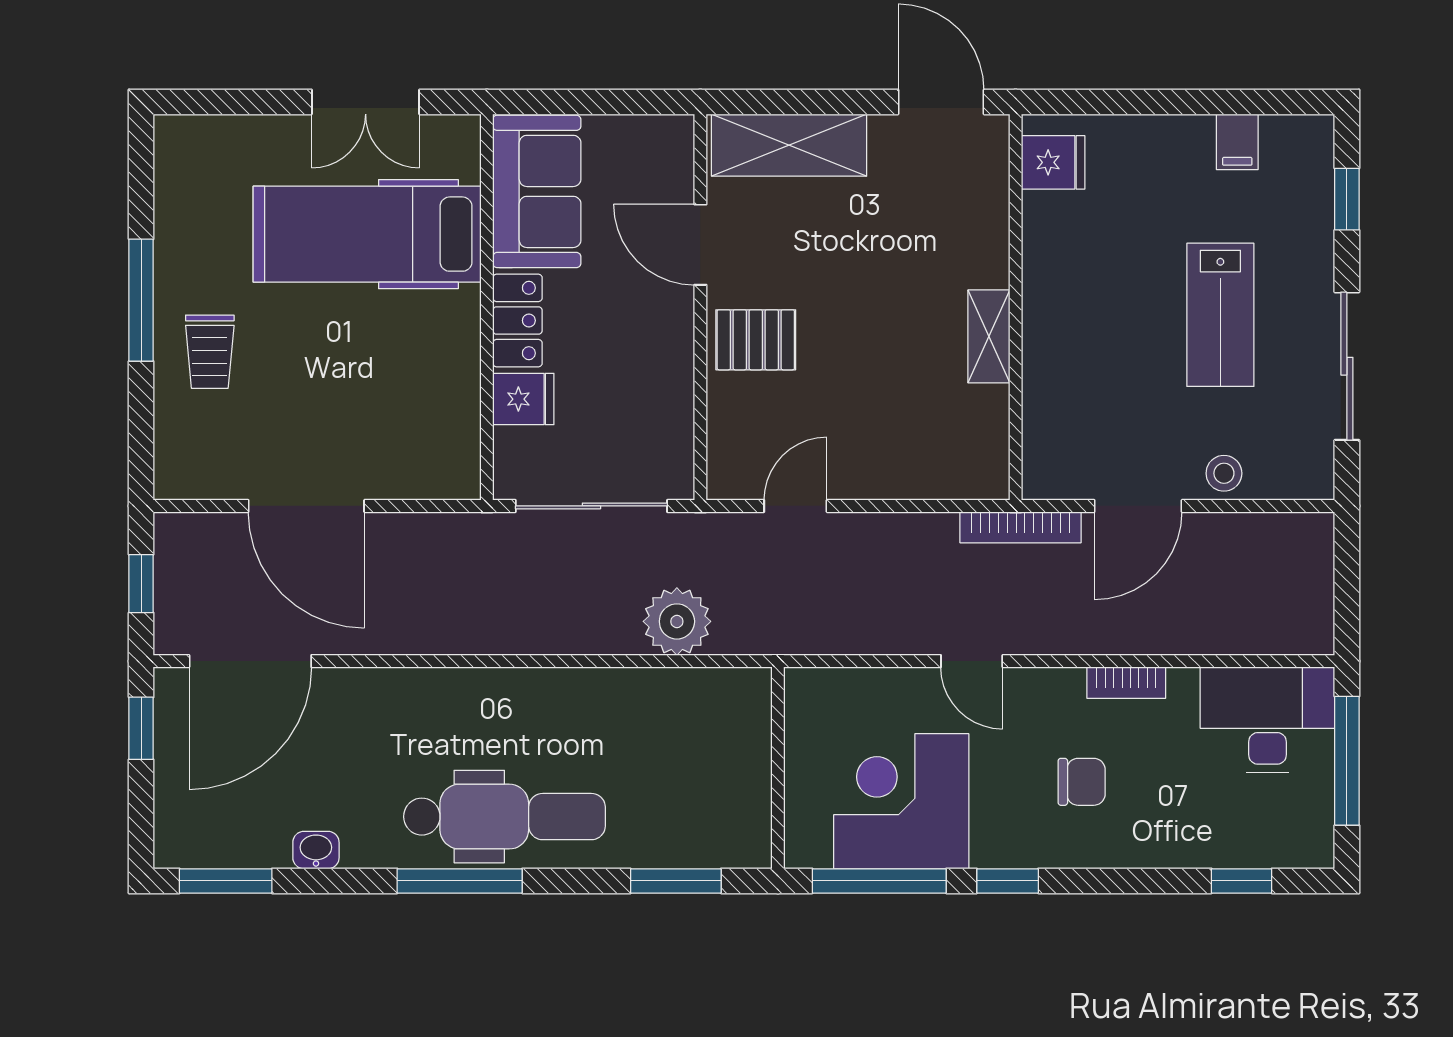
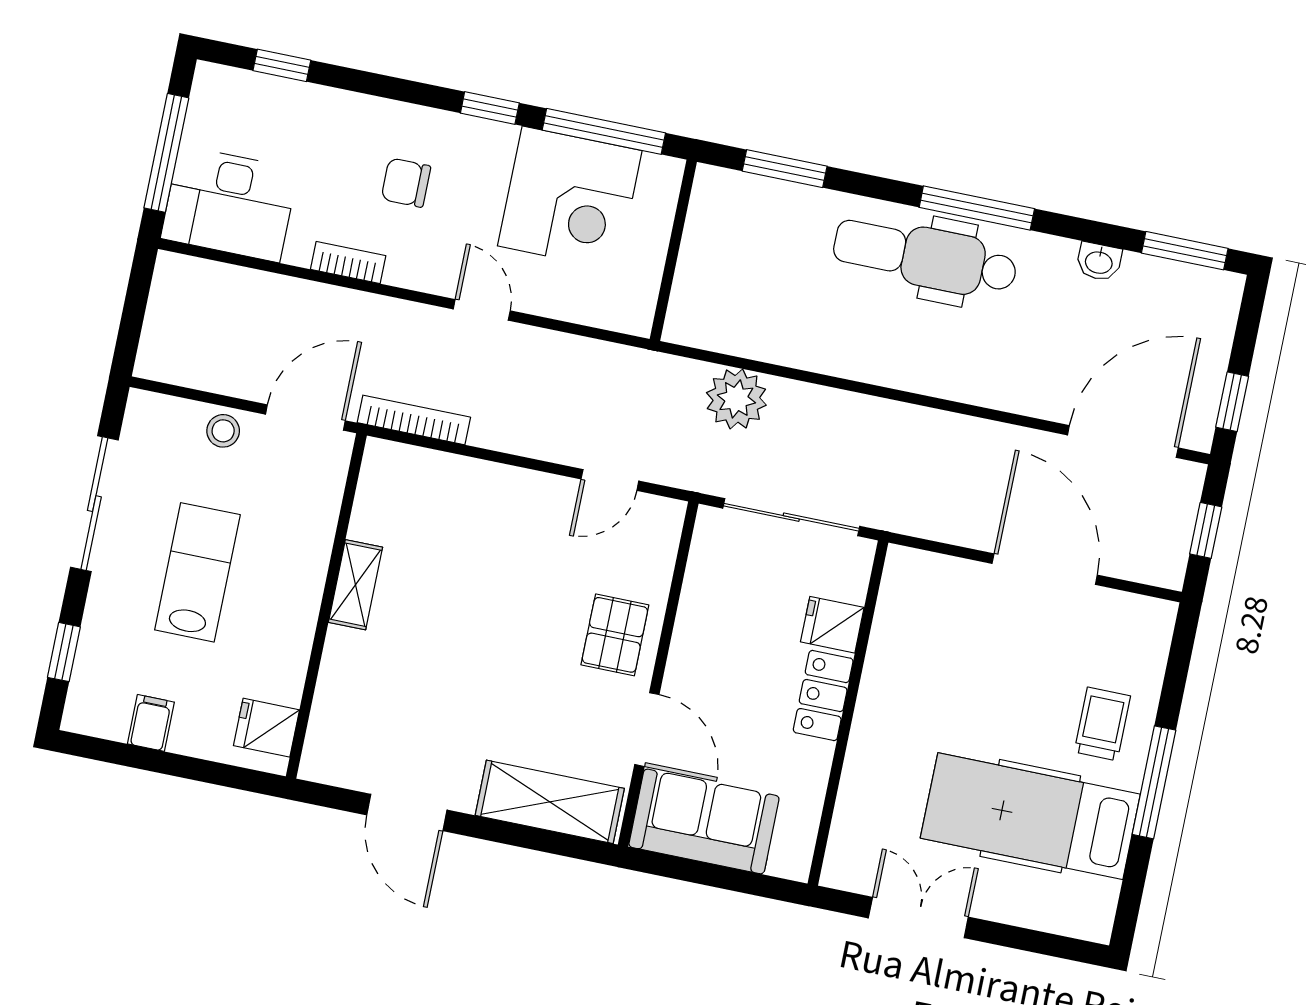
fridge: (1053, 162) -> (266, 728), moved
sofa: (537, 191) -> (704, 821), moved, turned 90
hospital bed: (367, 234) -> (1030, 816), moved, turned 180
wall: (1016, 307) -> (326, 606), moved
shelving: (989, 336) -> (355, 585), moved
pallet: (756, 340) -> (615, 635), turned 90

